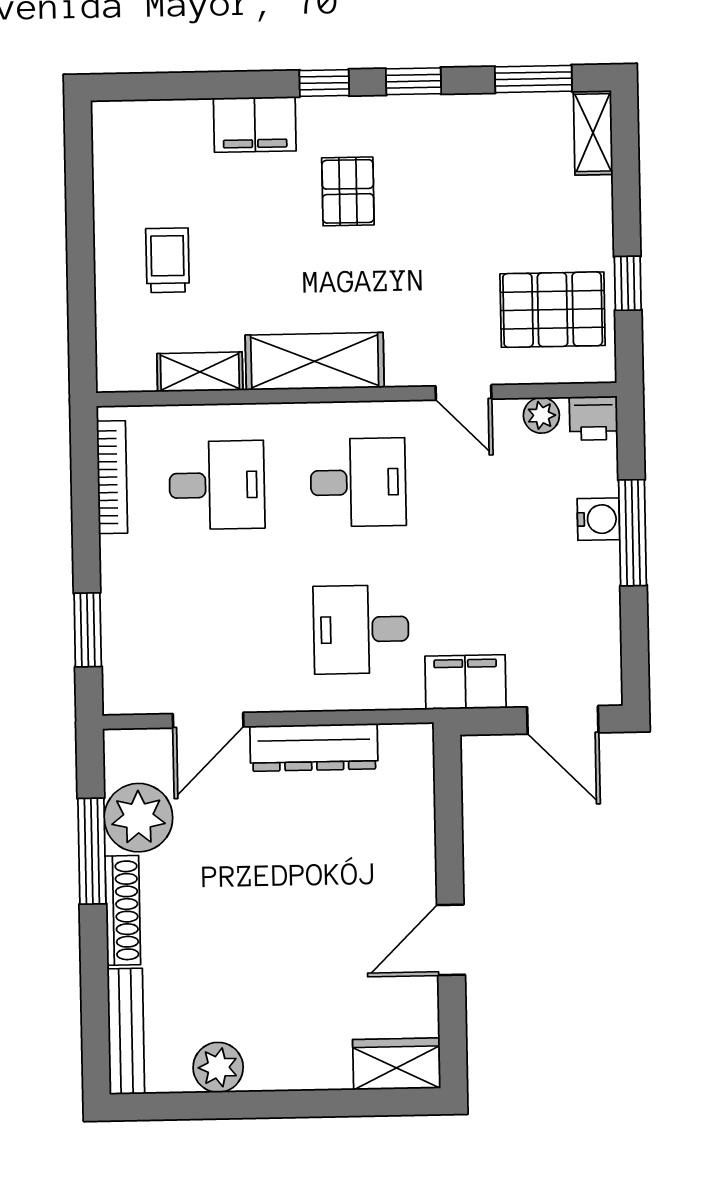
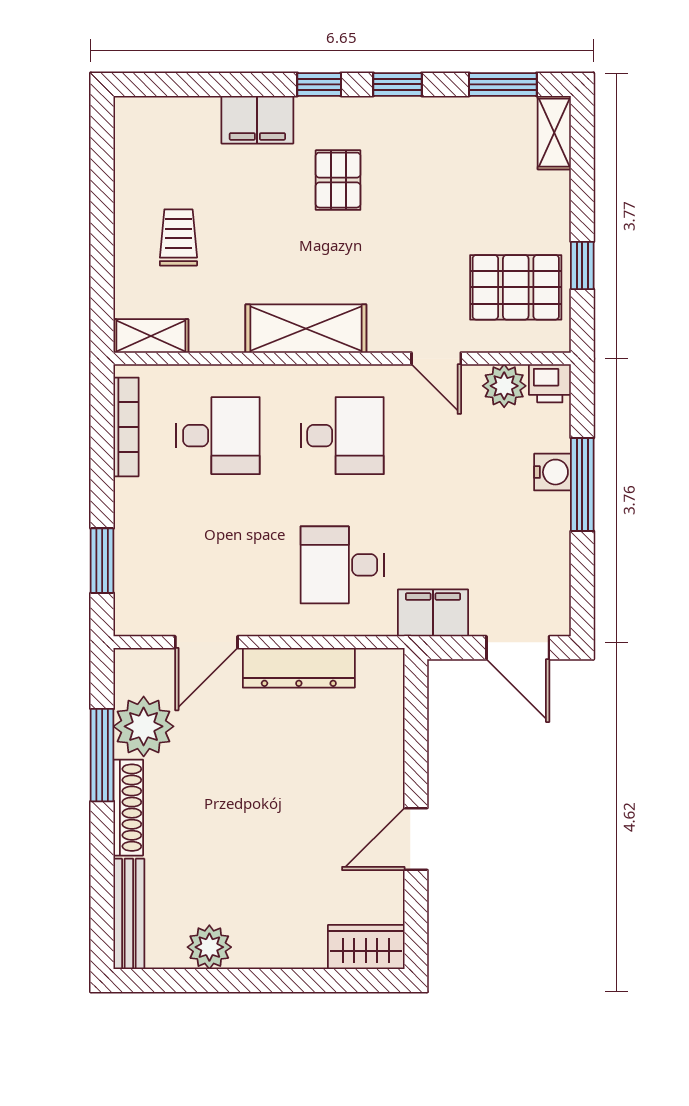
shelving: (200, 372) -> (151, 336), moved
plant: (541, 415) -> (504, 386), width x1.38, depth x1.38

